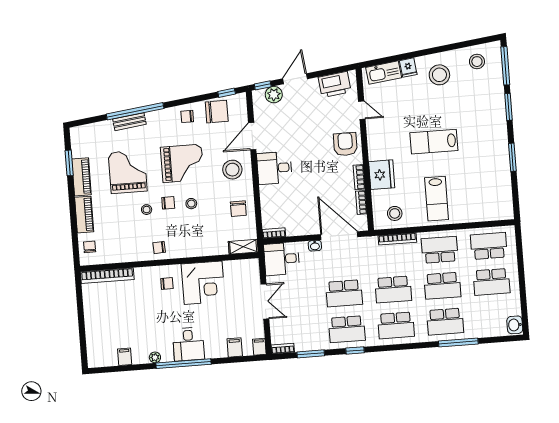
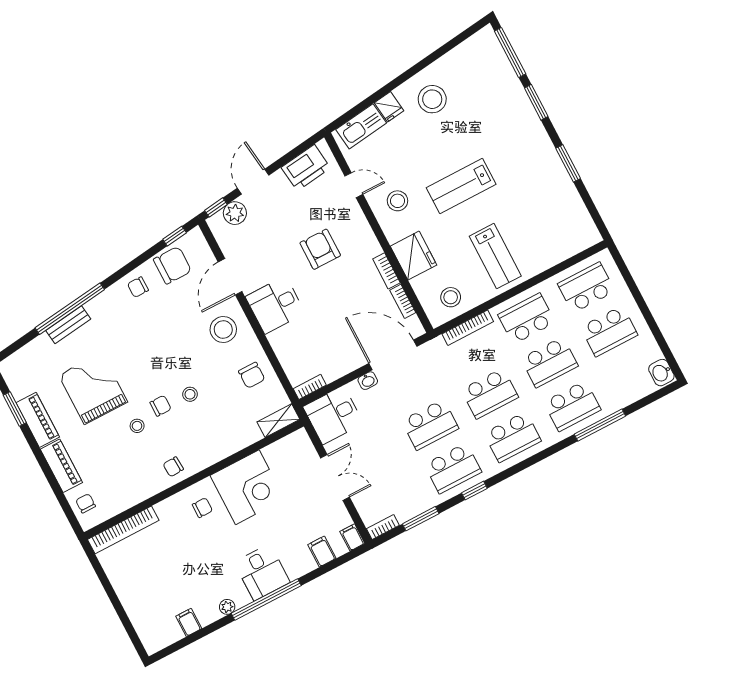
stool: (477, 62) -> (397, 201), moved
armchair: (345, 144) -> (320, 249), moved
grand piano: (182, 163) -> (157, 349), removed

